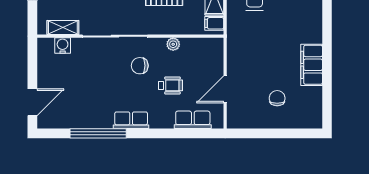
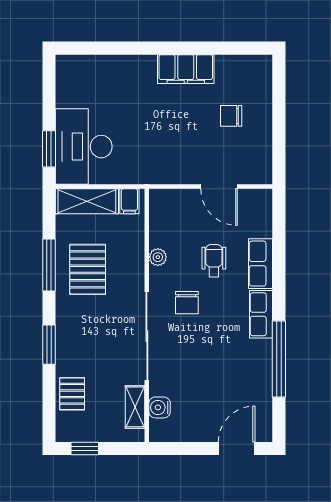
door: (32, 102) -> (237, 448), hinge flipped
row of seats: (193, 120) -> (261, 264), moved

